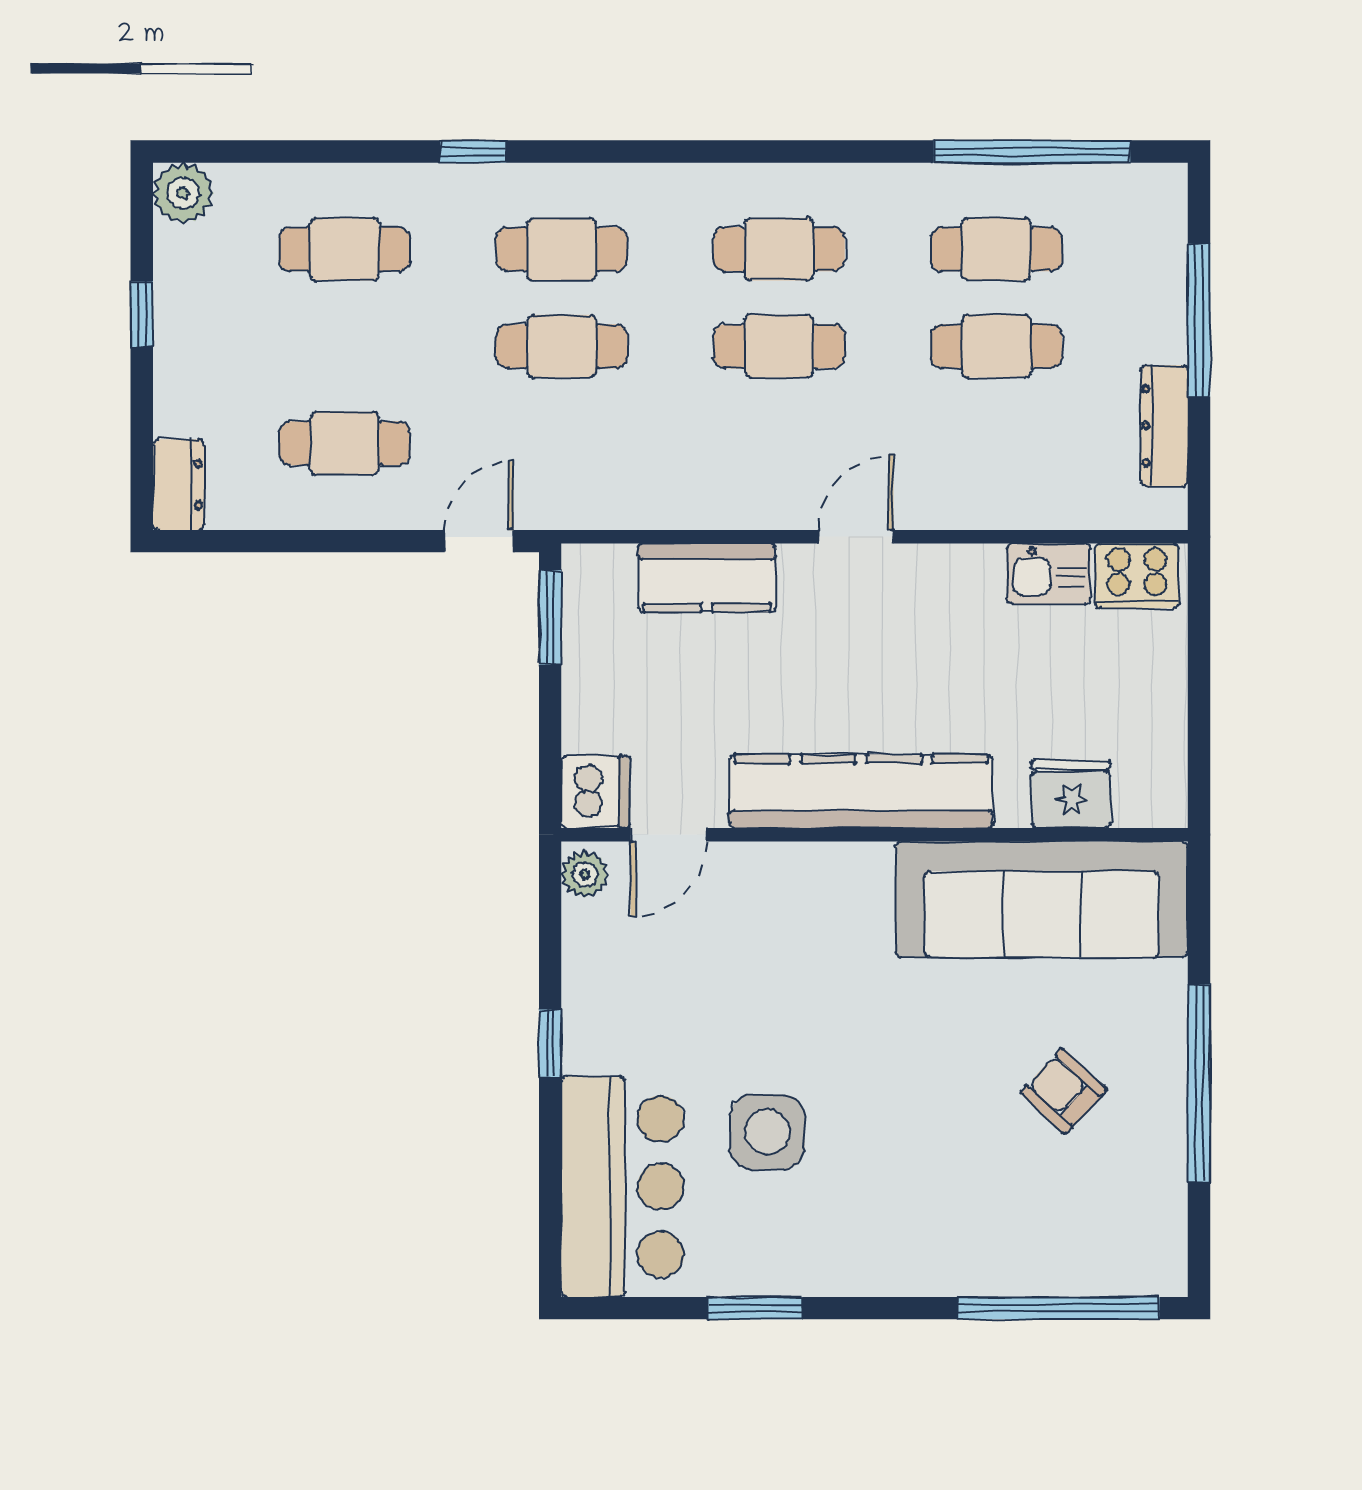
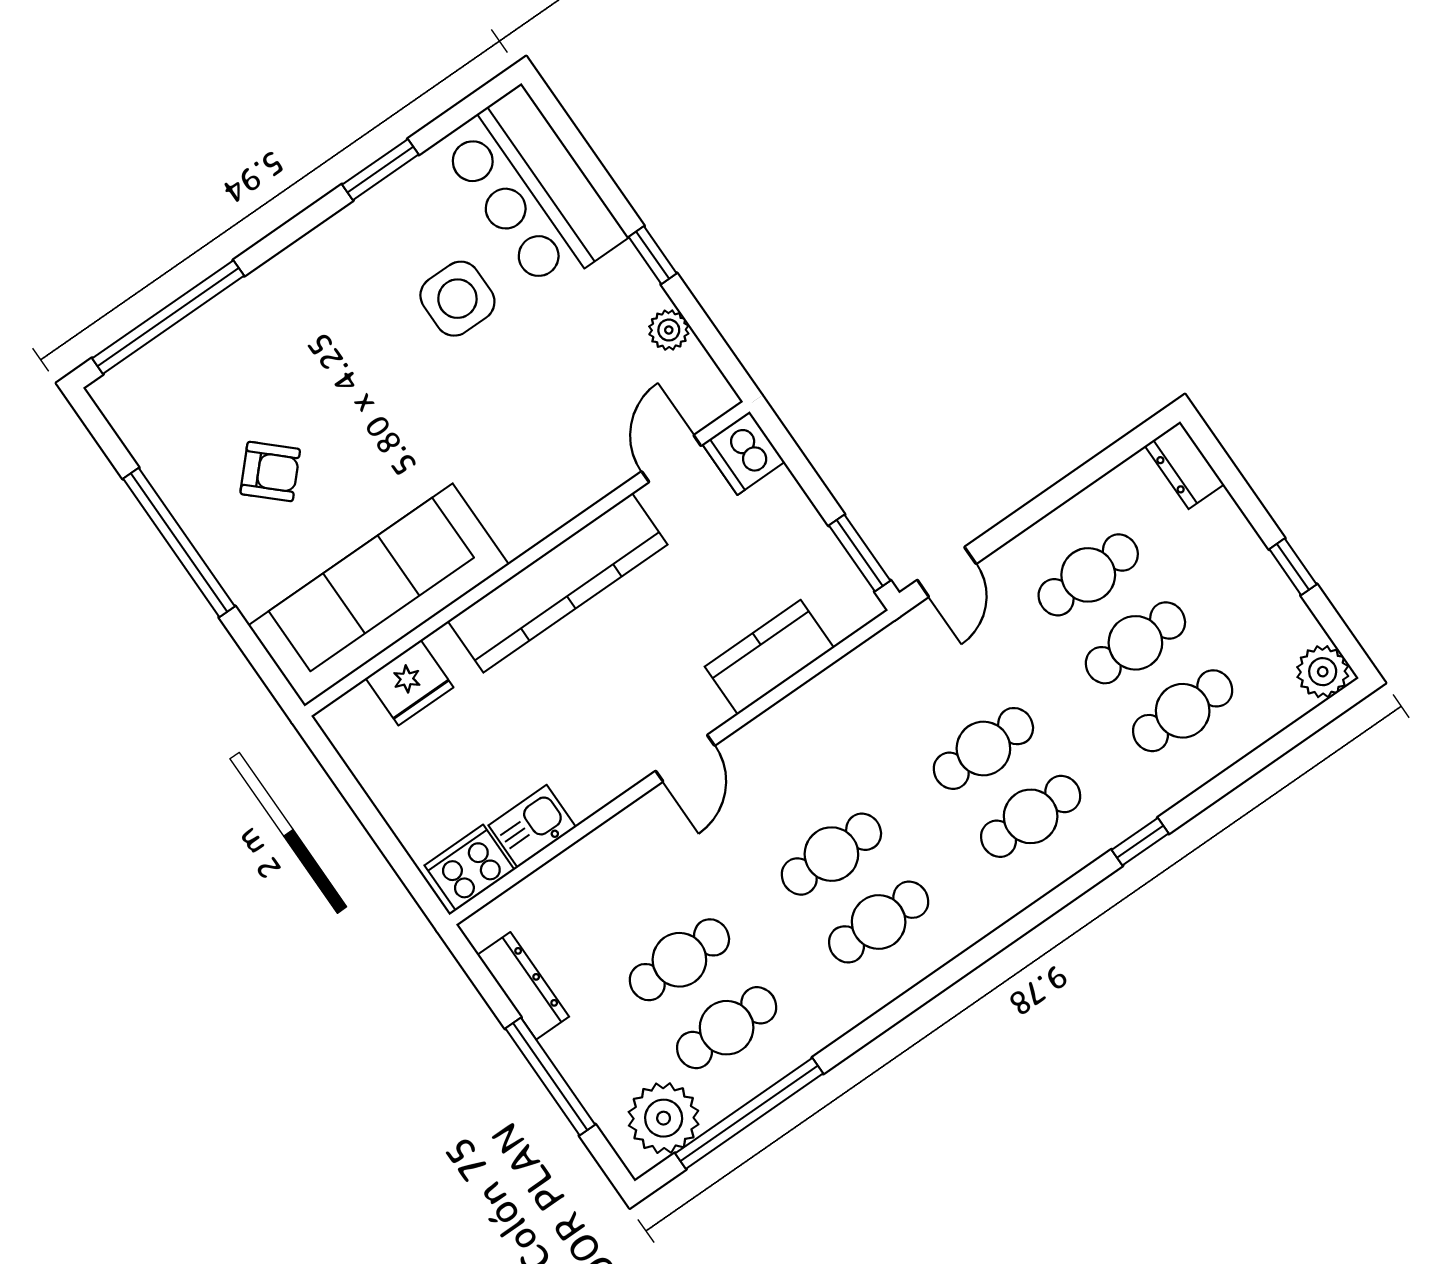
plant: (1118, 204) -> (664, 1118), added
cafe table: (344, 346) -> (1135, 643), added
plant: (585, 874) -> (669, 330), moved

